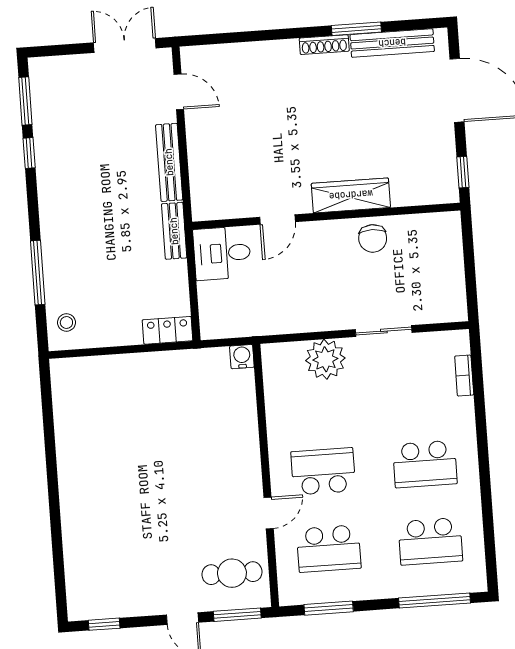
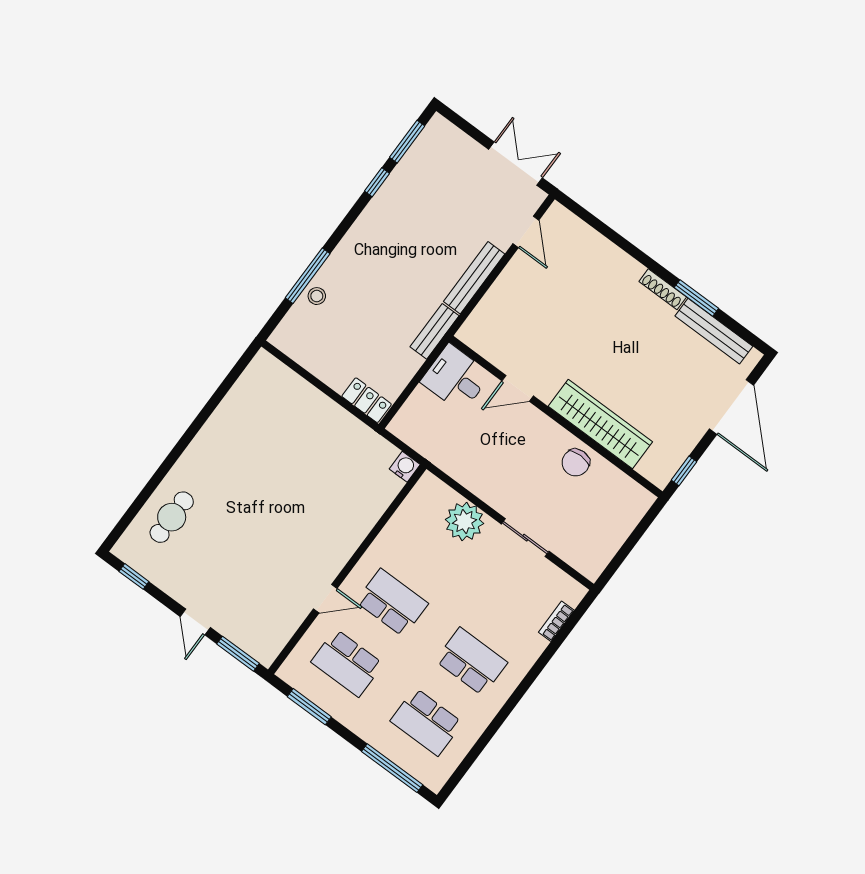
wardrobe: (351, 195) -> (600, 424), width x1.40, depth x1.17
stool: (66, 322) -> (317, 296), moved
school desk: (425, 464) -> (471, 662), turned 180
cafe table: (232, 573) -> (172, 517), moved, turned 90

